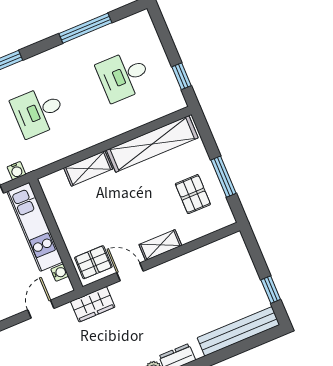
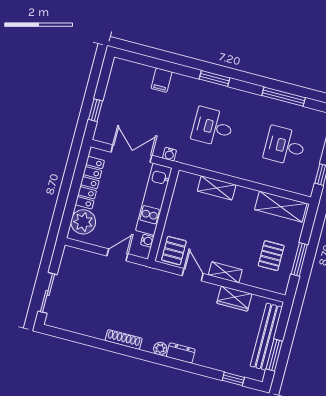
shelving: (152, 144) -> (281, 207), width x0.68
pallet: (93, 262) -> (174, 251), turned 90
window: (271, 290) -> (274, 355), width x1.50
wardrobe: (93, 304) -> (234, 299), moved
bench: (238, 331) -> (266, 337), moved, turned 90
window: (248, 344) -> (233, 379), added

